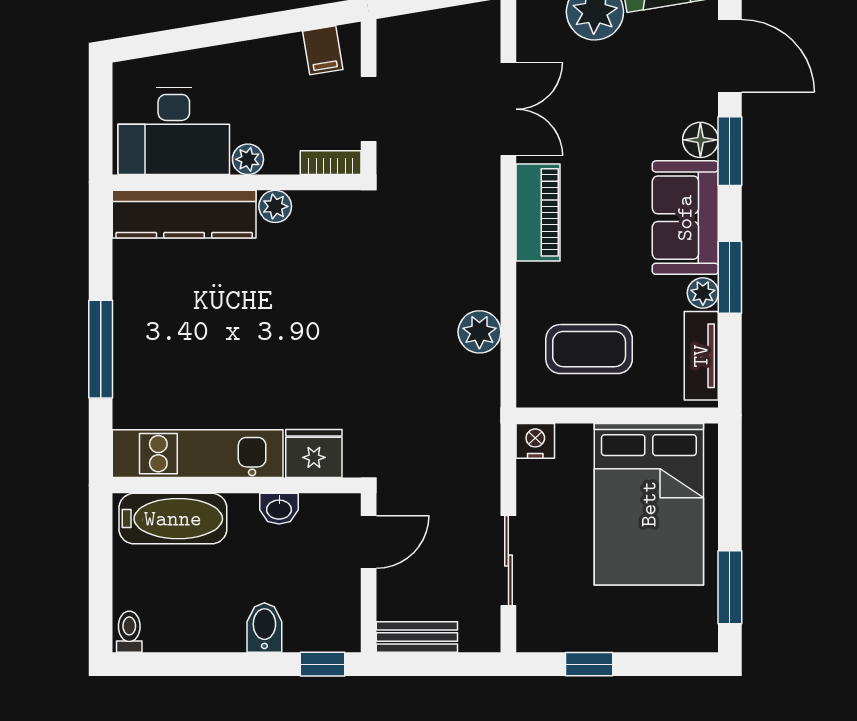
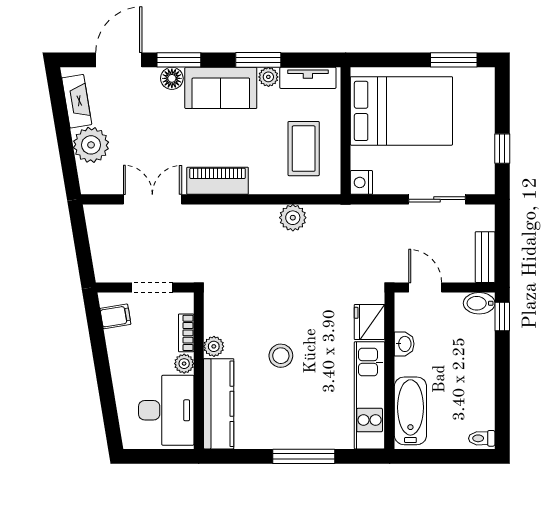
bookcase: (331, 163) -> (186, 333), moved
stool: (260, 313) -> (281, 356), added
bidet: (264, 628) -> (479, 303), moved

